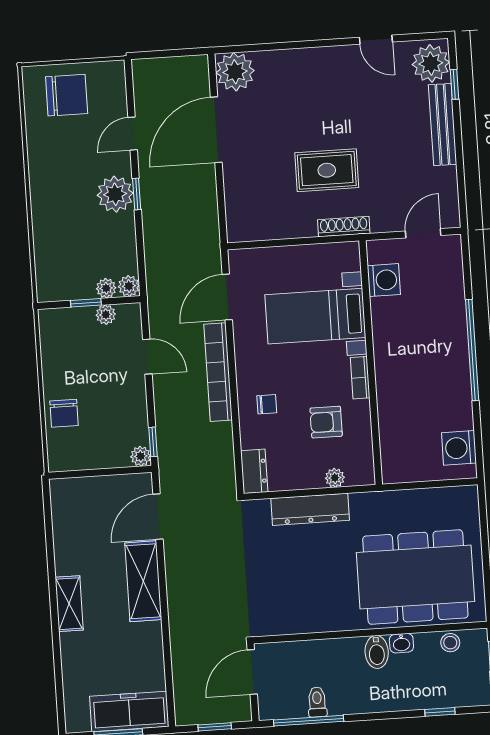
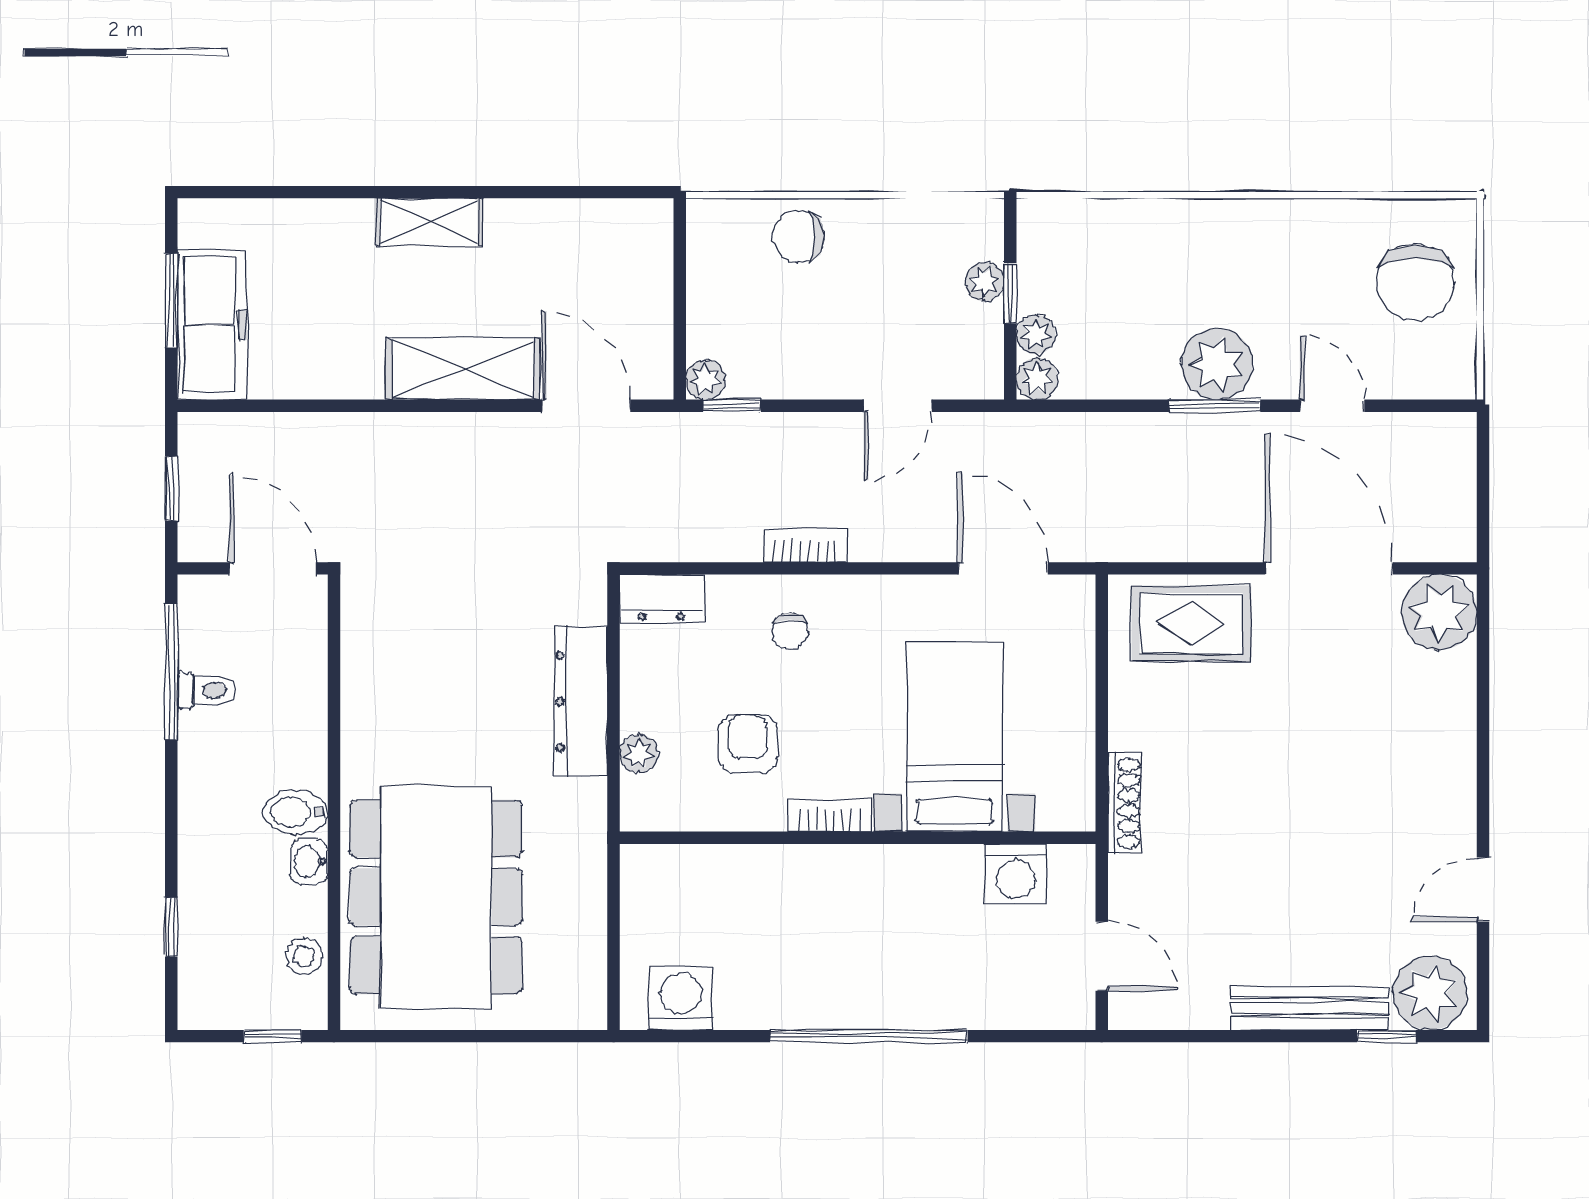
rug: (327, 170) -> (1191, 624), moved, turned 90
window: (137, 194) -> (1215, 406), width x1.50
plant: (106, 315) -> (985, 282), moved
bookcase: (218, 372) -> (805, 546), width x0.43, depth x0.76

